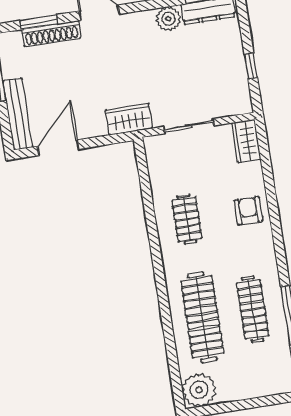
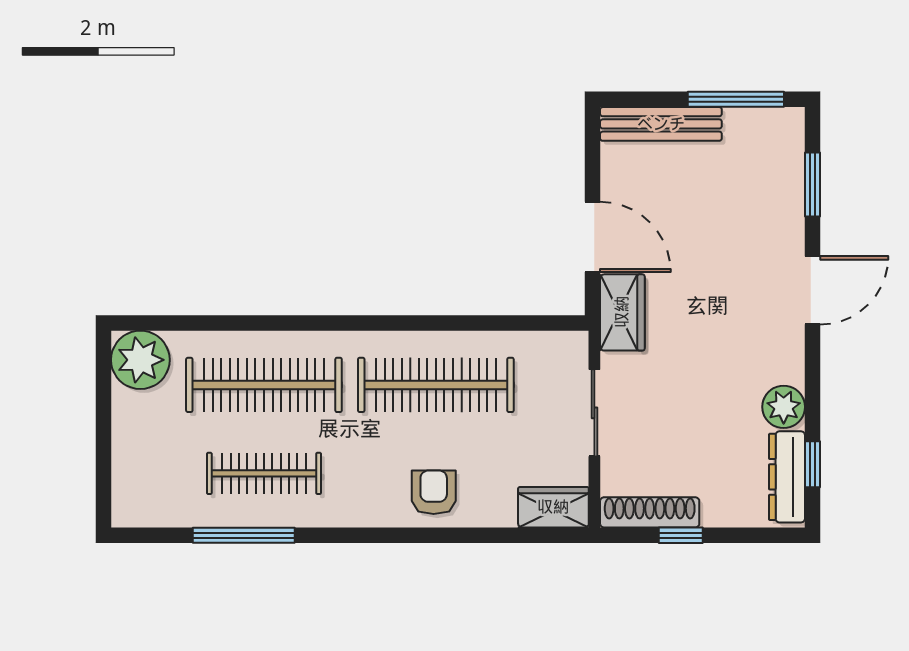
shoe rack: (51, 34) -> (650, 512), moved, turned 90
door: (58, 148) -> (593, 237), moved
armchair: (248, 211) -> (434, 492), turned -90
clothes rail: (187, 219) -> (436, 385), width x1.86, depth x1.31

